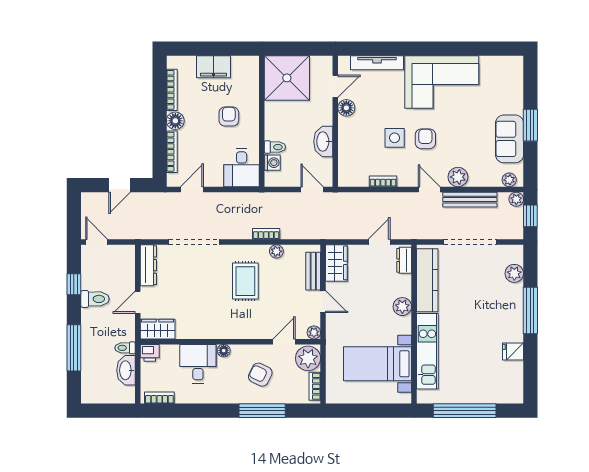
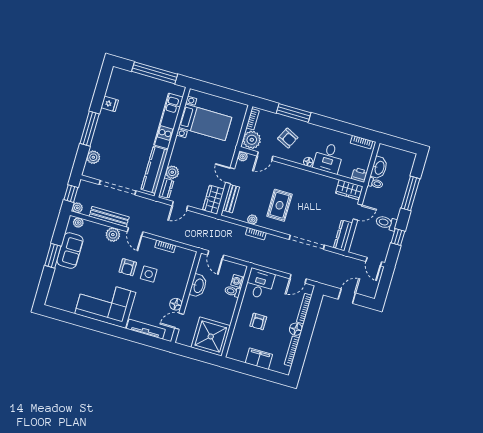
plant: (402, 307) -> (172, 172), moved

